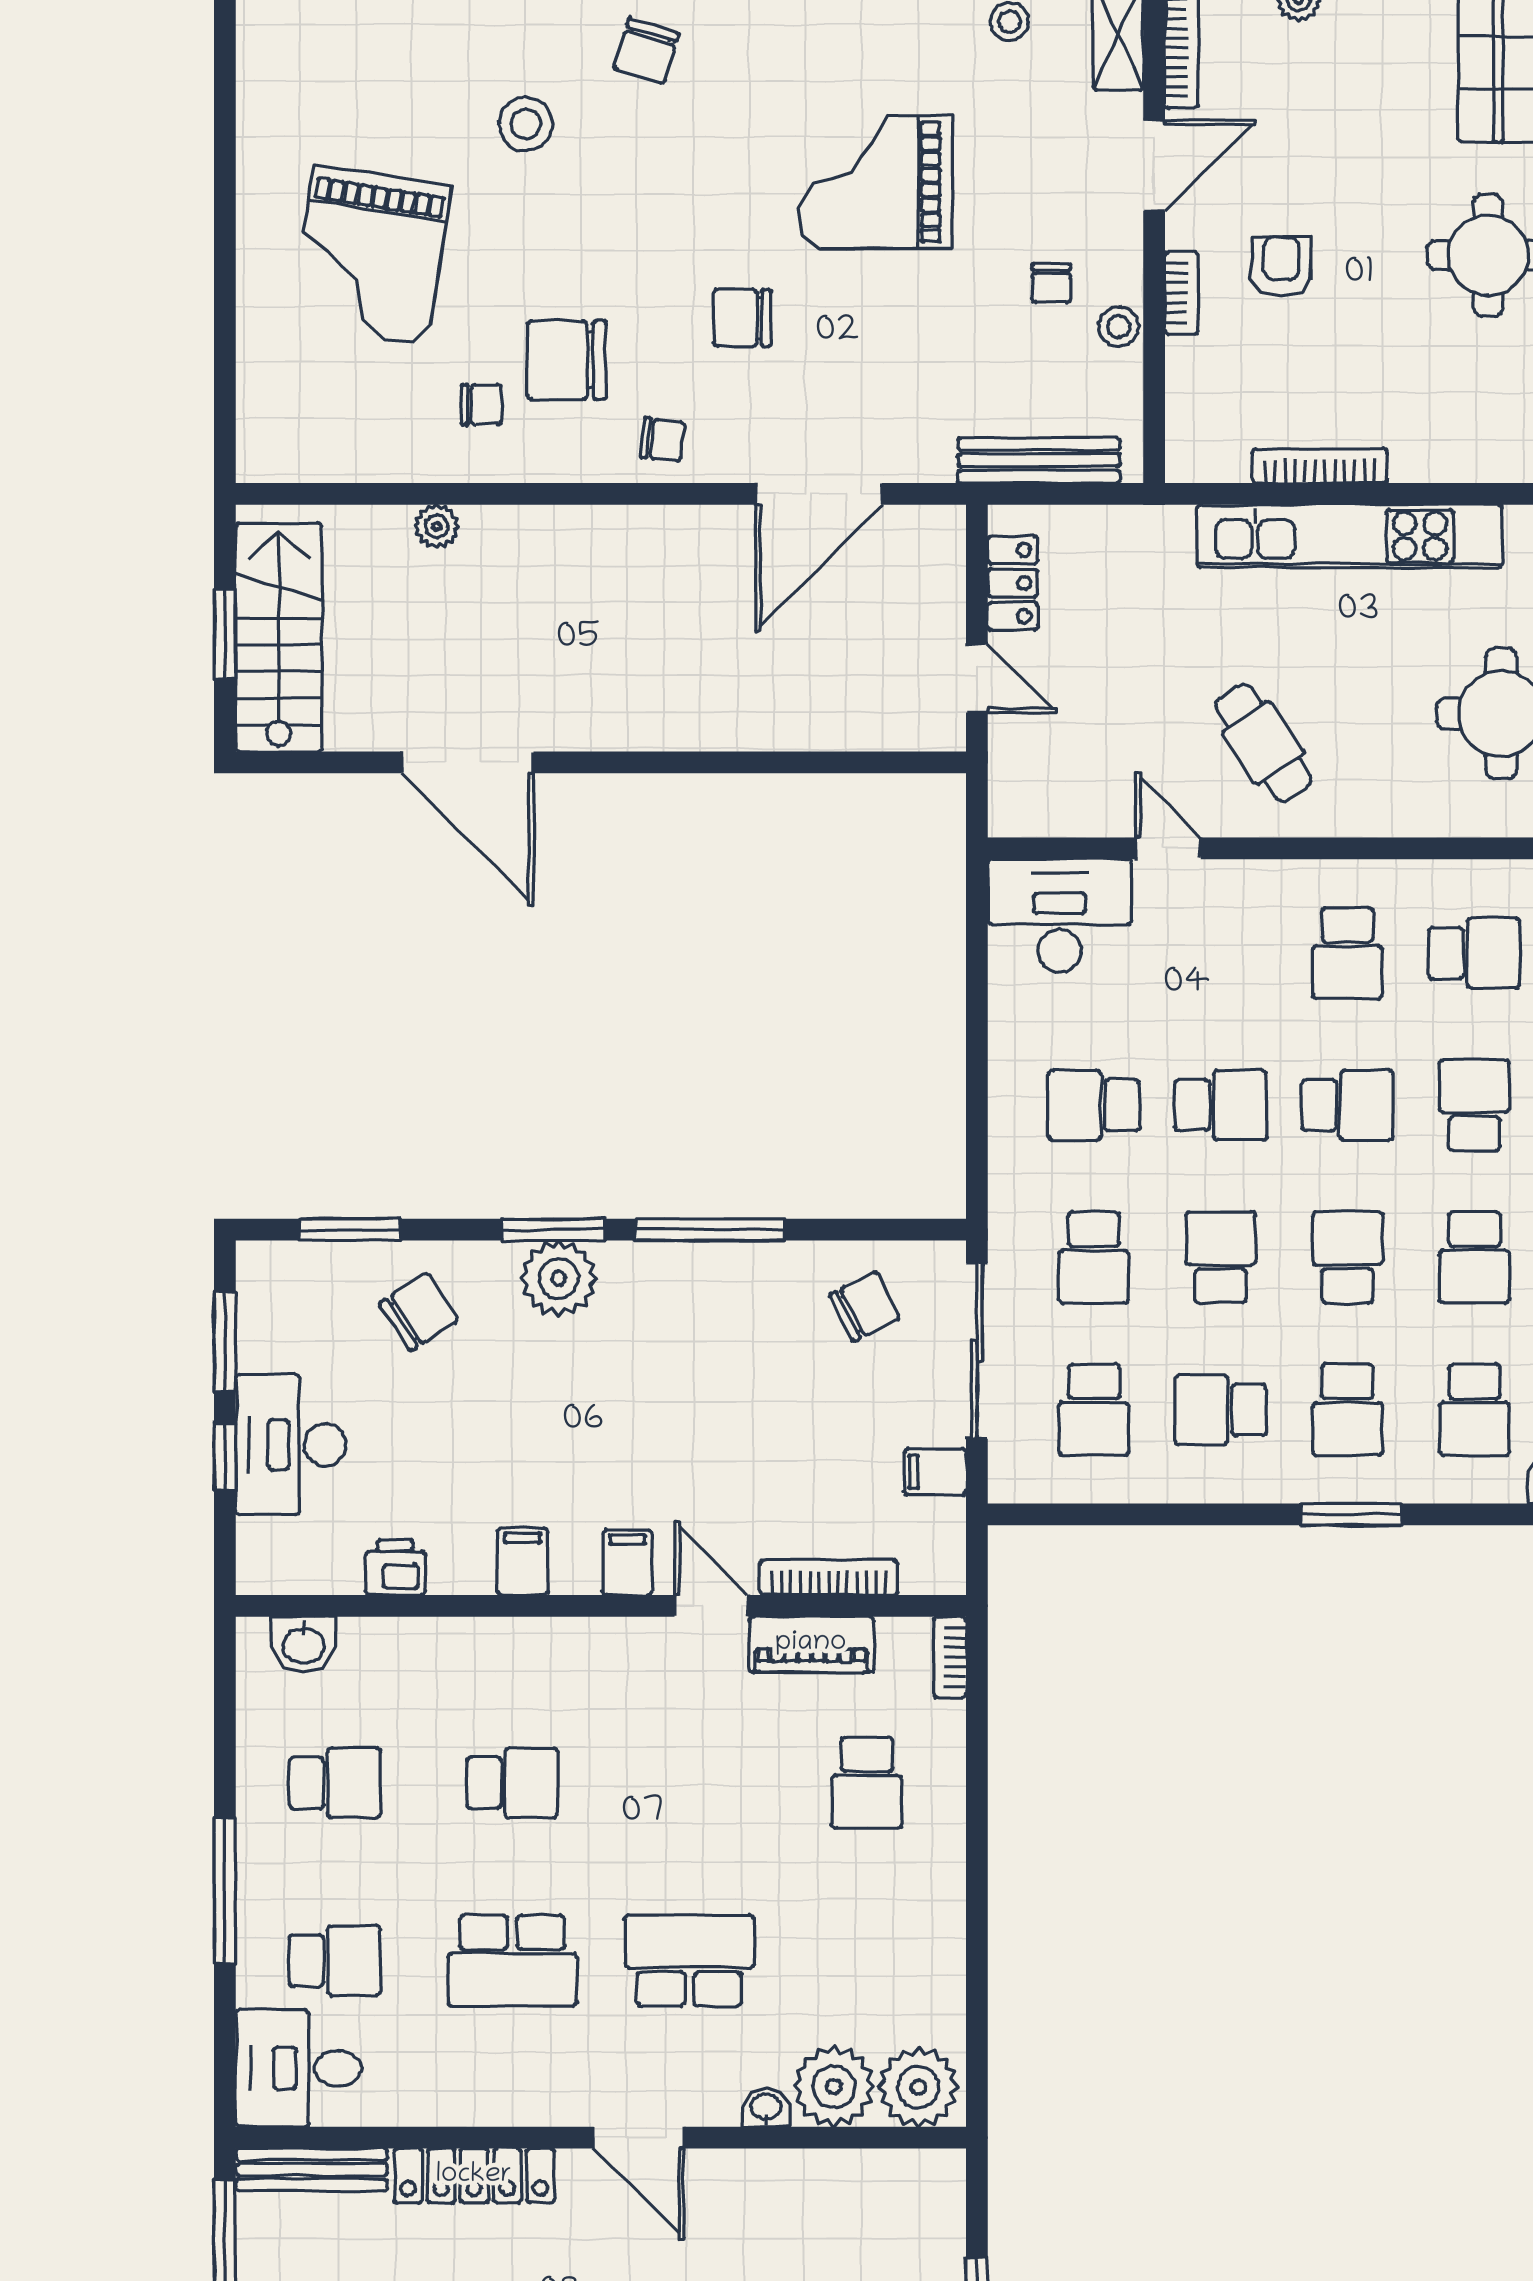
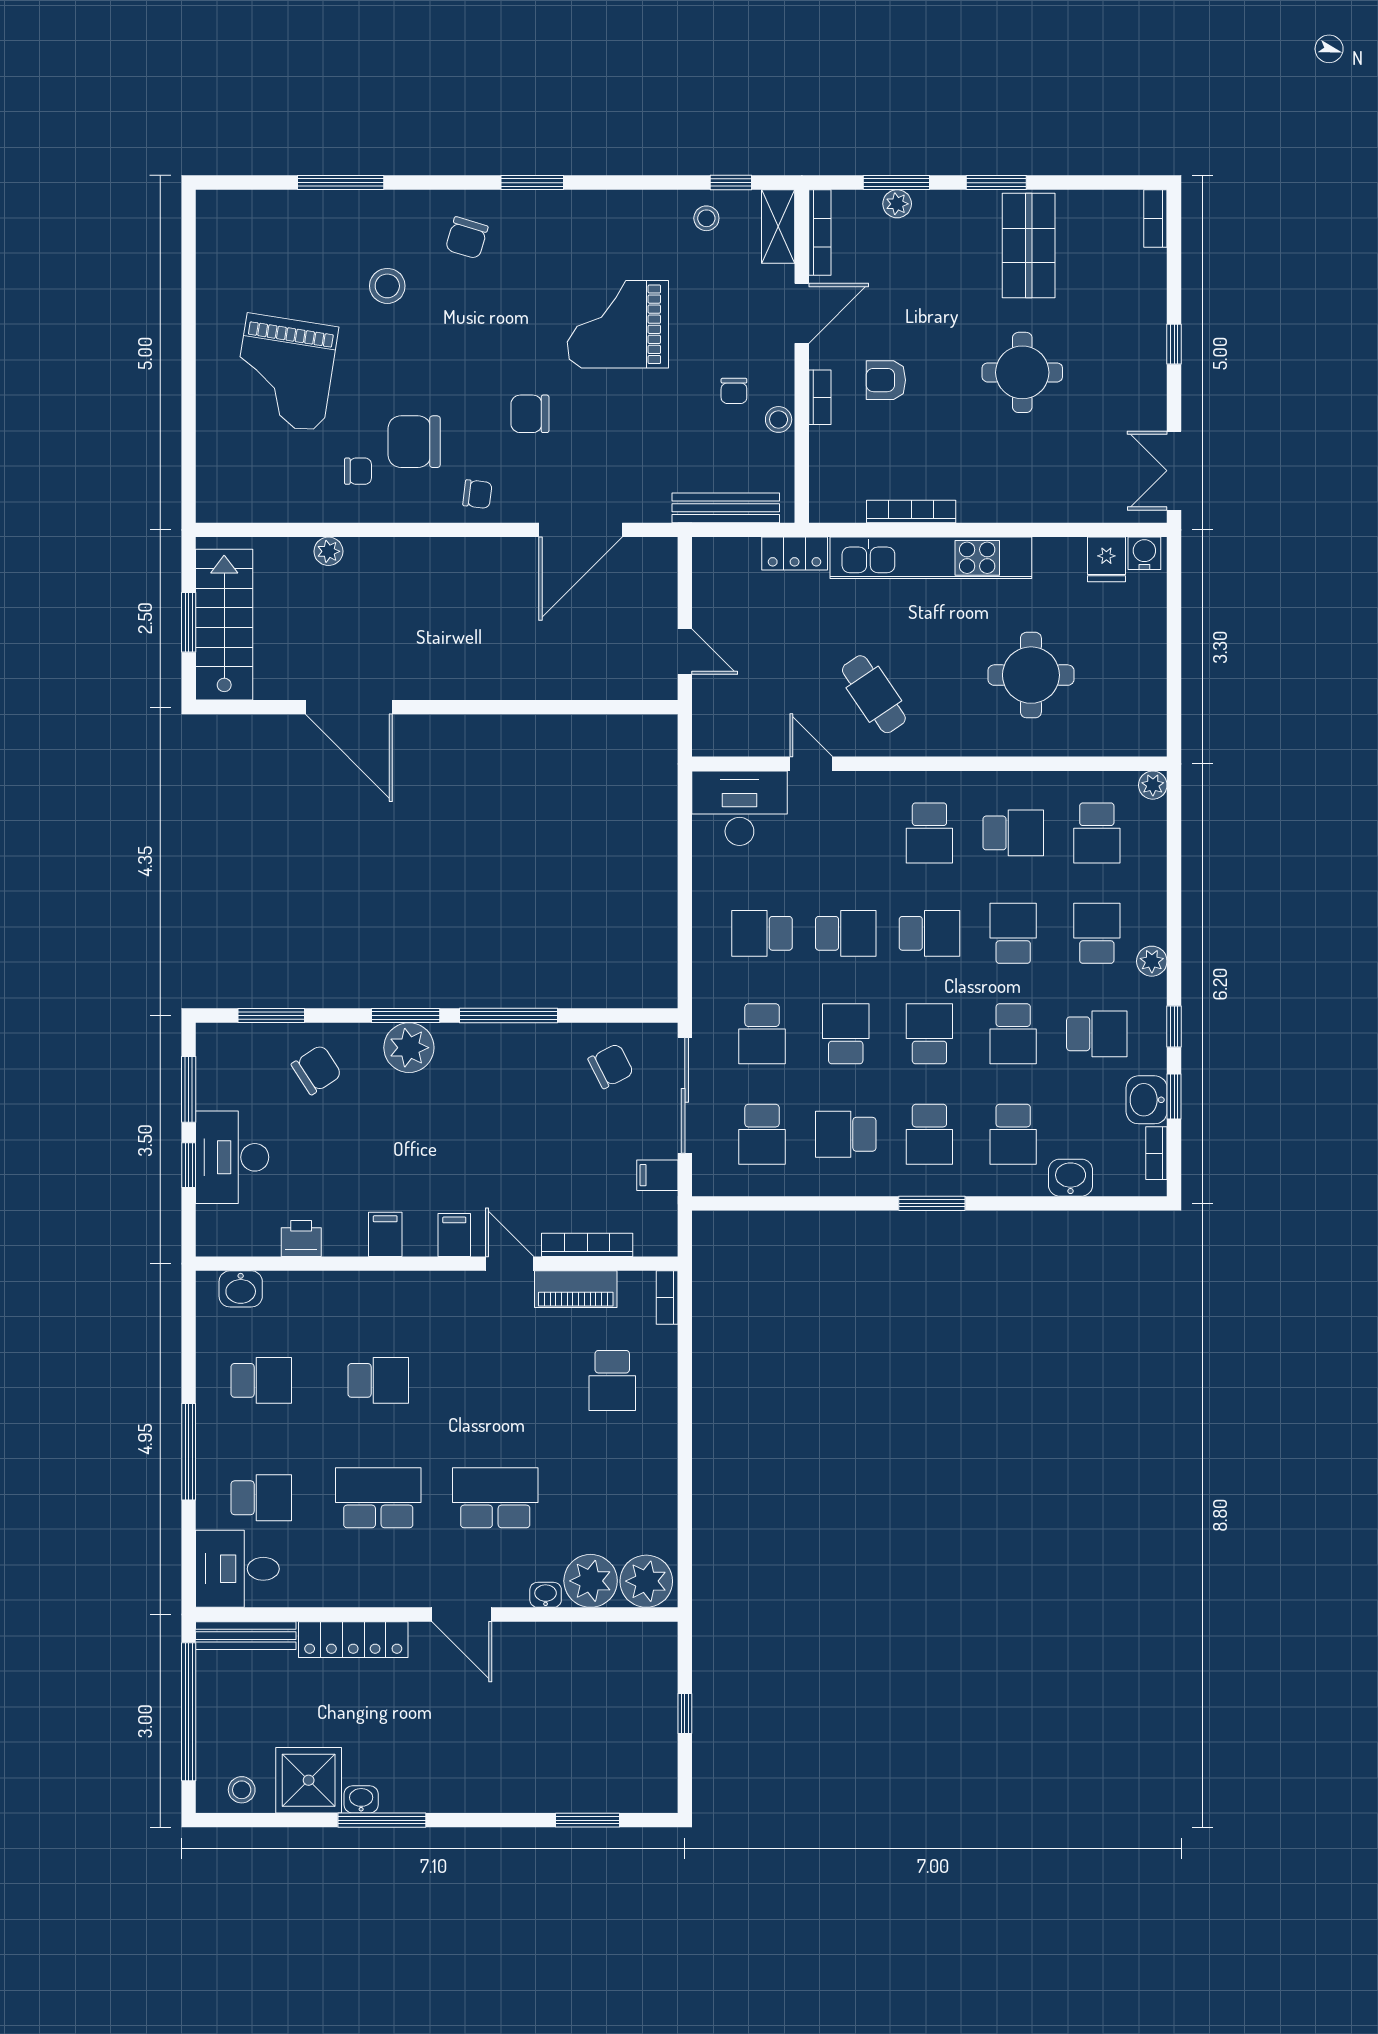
armchair: (1281, 267) -> (886, 380), turned -90
locker: (1013, 583) -> (795, 554), moved, turned 90
school desk: (512, 1961) -> (378, 1498), turned 180

